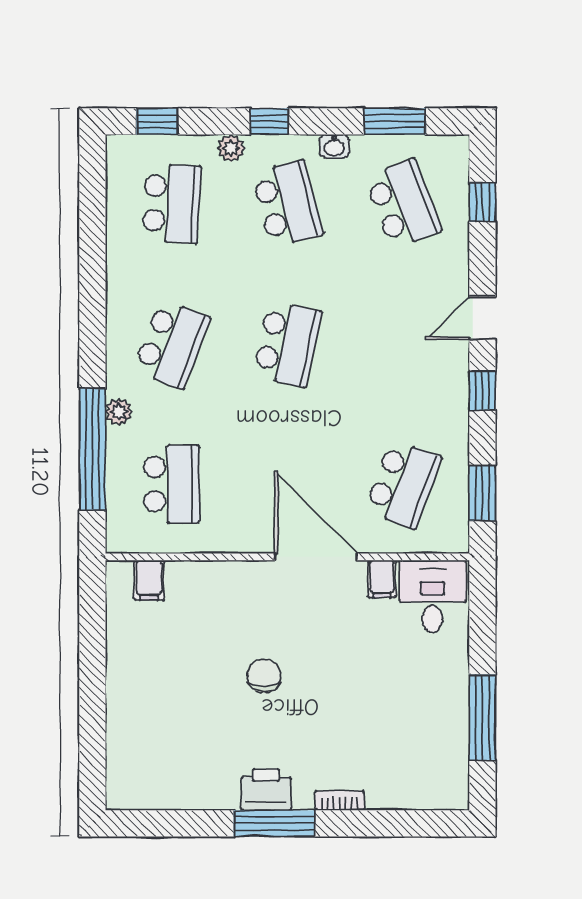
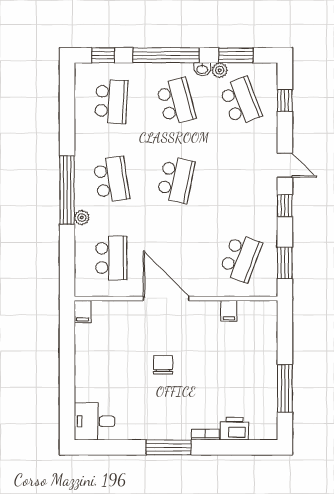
window: (269, 121) -> (166, 55), width x3.17
plant: (231, 148) -> (220, 70), moved
door: (482, 318) -> (285, 165), swing flipped
school desk: (172, 344) -> (111, 180), turned -30
window: (92, 449) -> (67, 190), moved
door: (316, 557) -> (166, 299), moved
filing cabinet: (149, 580) -> (83, 312), moved
desk: (432, 596) -> (95, 421), moved, turned -90
printer: (266, 790) -> (234, 428), moved

